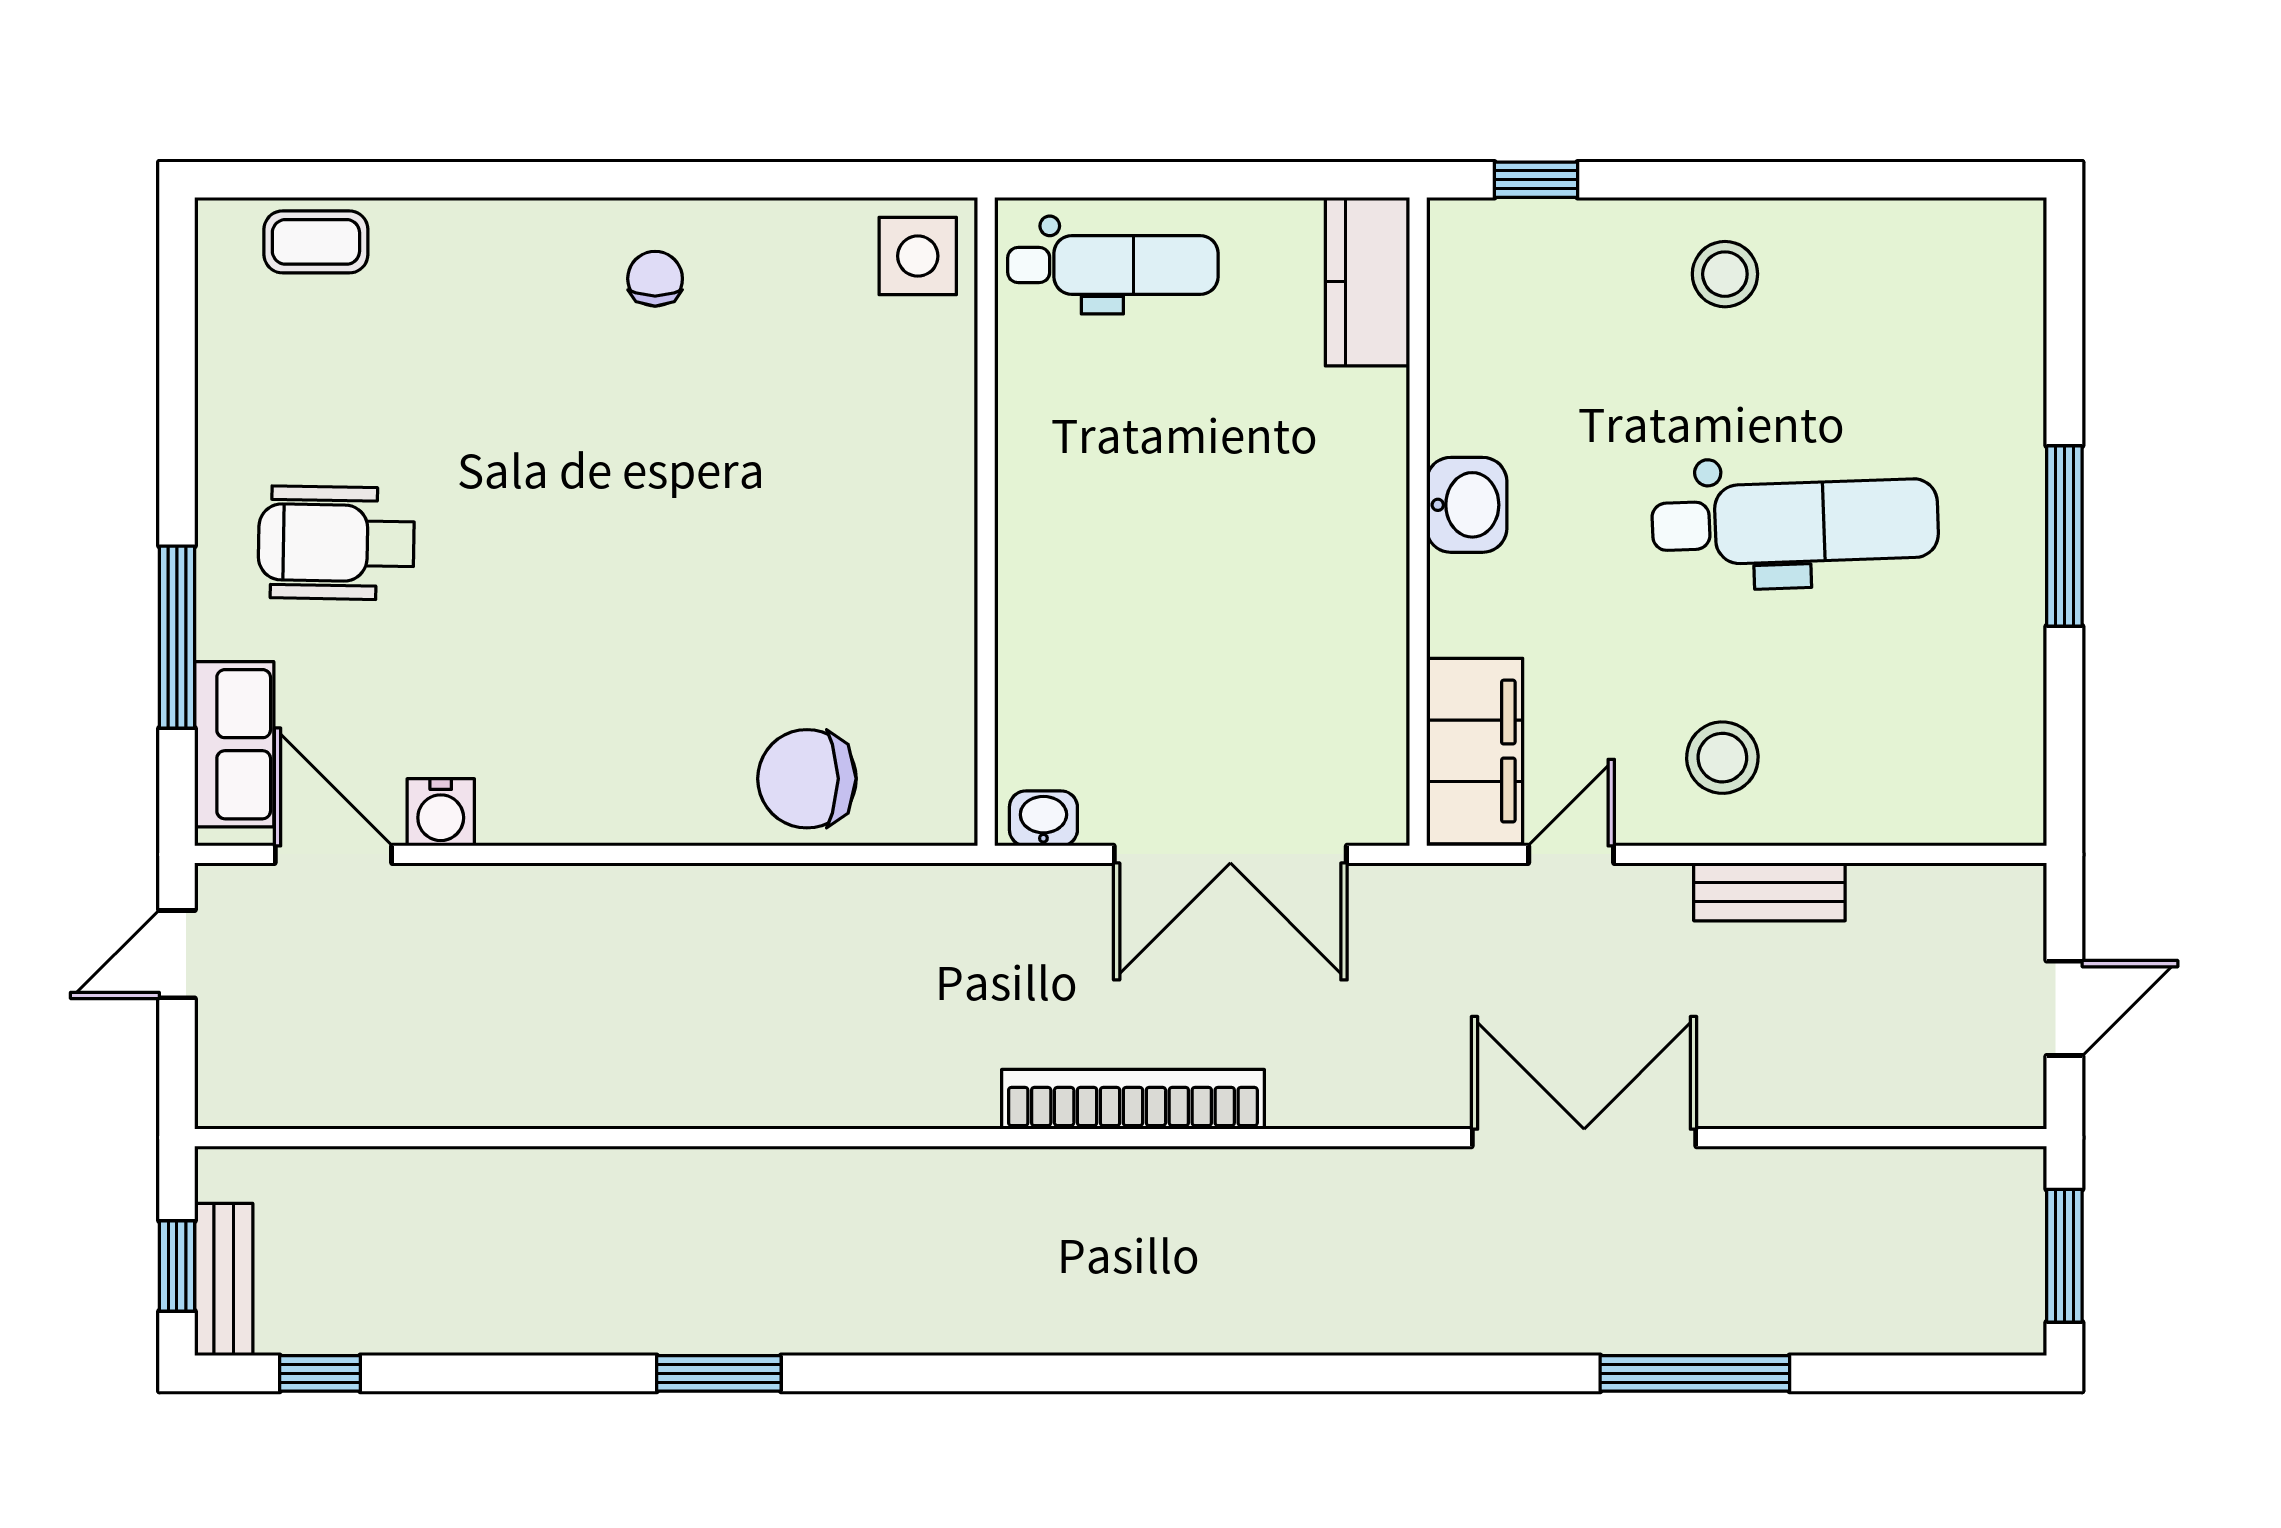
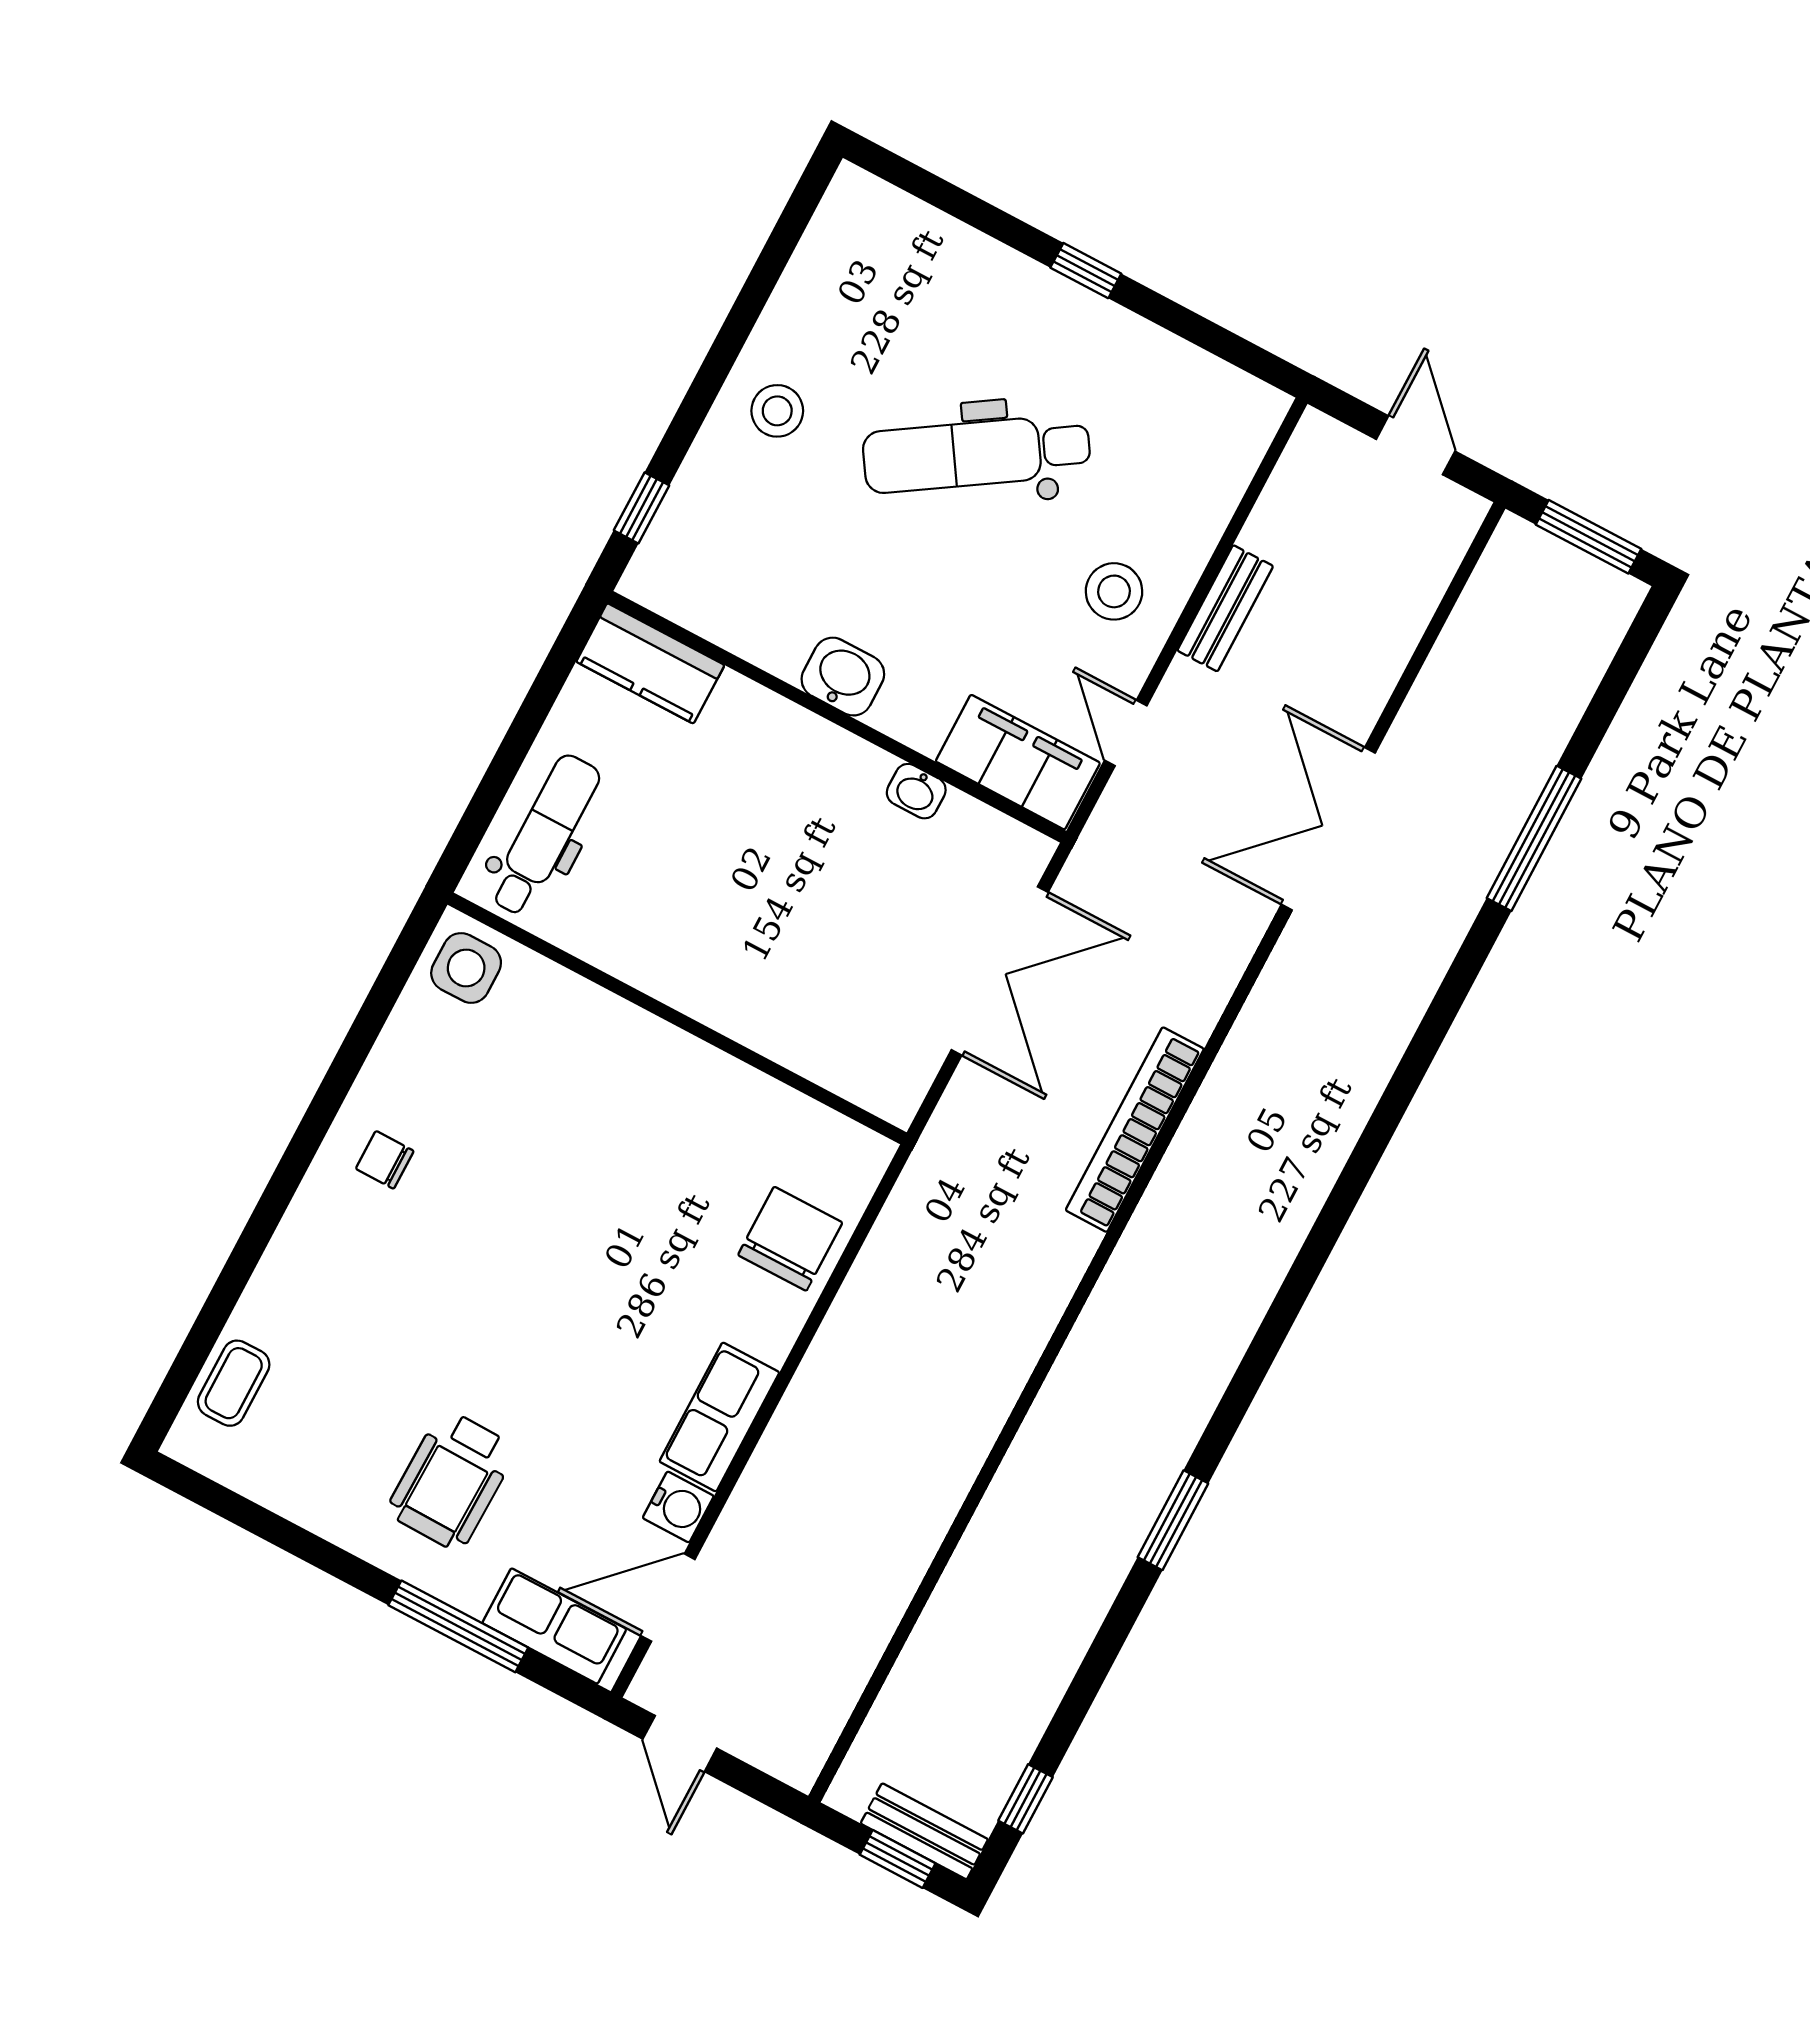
dental chair: (1795, 522) -> (977, 454), turned -121
window: (2064, 536) -> (1086, 271), width x0.46
chair: (807, 779) -> (790, 1239), turned 180
row of seats: (566, 805) -> (719, 1417), added
washbasin: (1043, 818) -> (916, 791), moved, turned -90

